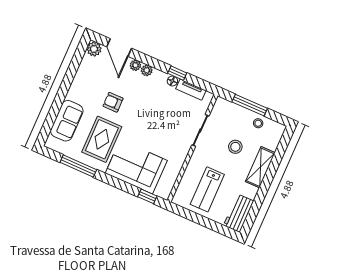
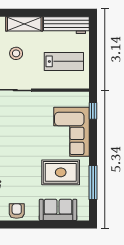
armchair: (113, 102) -> (17, 211), moved, turned 180
workbench: (239, 213) -> (66, 25), width x1.38

